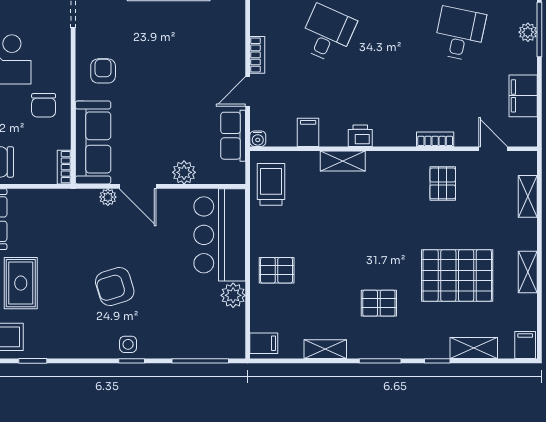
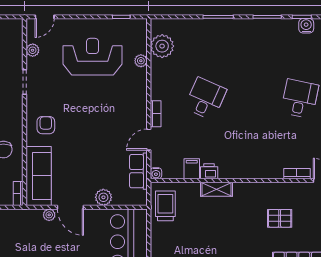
printer: (360, 136) -> (209, 171), moved
bookcase: (435, 139) -> (297, 174), moved
pallet: (443, 183) -> (280, 218), moved, turned 90

